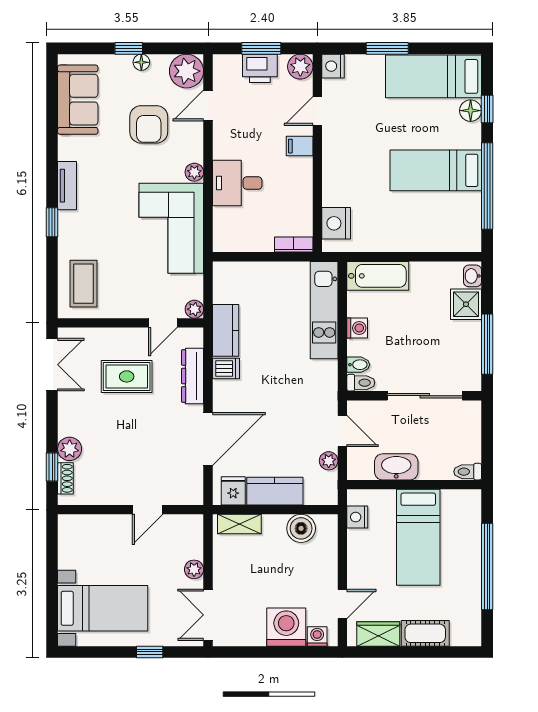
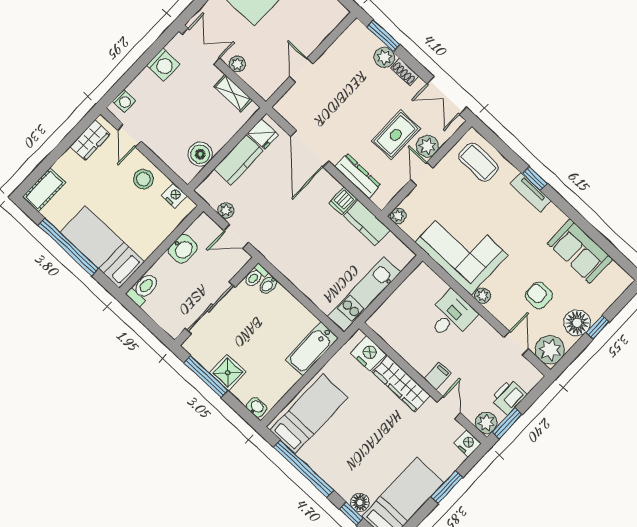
window: (261, 48) -> (507, 423), moved
floor lamp: (141, 62) -> (577, 323), width x1.89, depth x1.89
sofa: (78, 100) -> (580, 251), moved
armchair: (149, 124) -> (539, 295), width x0.72, depth x0.72
bed: (436, 170) -> (309, 414), moved
wardrobe: (335, 171) -> (401, 384), added
tv unit: (67, 186) -> (531, 192), moved
bookcase: (294, 245) -> (380, 315), removed
shower: (466, 304) -> (228, 373), moved
kitchen unit: (324, 310) -> (364, 294), moved, turned -90
door: (163, 323) -> (422, 174), moved
washing machine: (357, 328) -> (291, 306), removed
plant: (111, 340) -> (427, 146), added
window: (52, 467) -> (383, 36), width x1.50
washbasin: (396, 467) -> (183, 249), width x0.72
toilet: (468, 472) -> (143, 289), width x1.37, depth x1.39
shoe rack: (65, 478) -> (405, 72), moved
shelving: (239, 524) -> (233, 93), moved, turned 90
bed: (418, 537) -> (102, 247), moved
stool: (368, 557) -> (143, 179), added
washing machine: (286, 627) -> (163, 65), moved, width x0.73, depth x0.73
cot: (425, 633) -> (44, 190), moved

